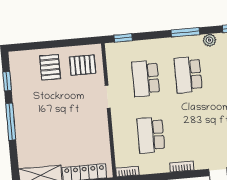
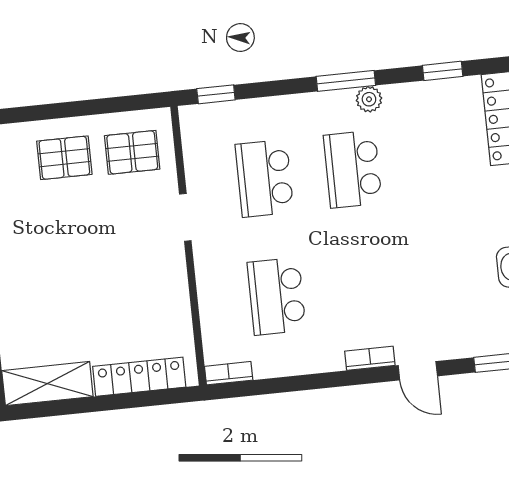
plant: (209, 40) -> (369, 99), moved
pallet: (50, 67) -> (64, 158), turned 90
bookcase: (182, 167) -> (370, 358), moved

